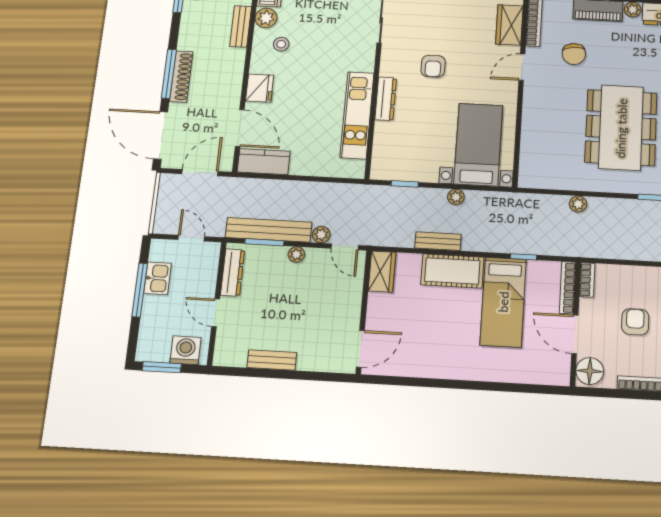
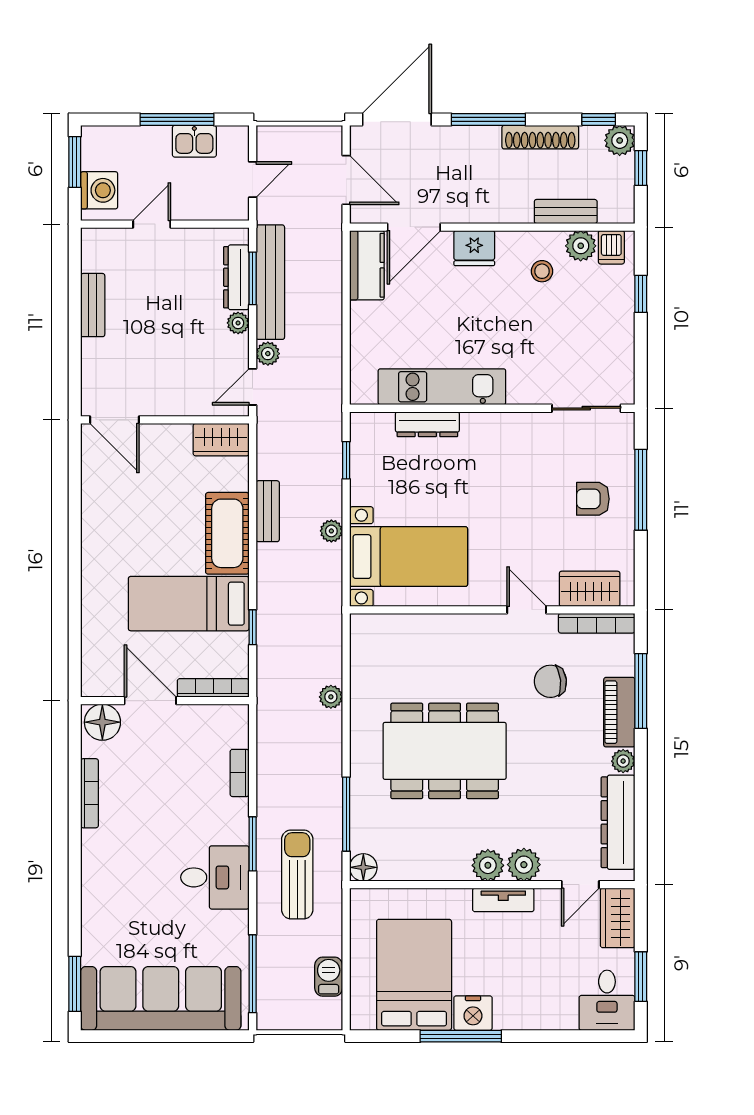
armchair: (433, 66) -> (593, 499), moved
shoe rack: (181, 77) -> (540, 137), moved
dresser: (386, 99) -> (427, 424), moved
dresser: (233, 272) -> (236, 277), moved, turned 90
bookcase: (587, 280) -> (240, 773), moved, turned 90
armchair: (635, 322) -> (172, 779), removed
door: (575, 334) -> (150, 701), hinge flipped

